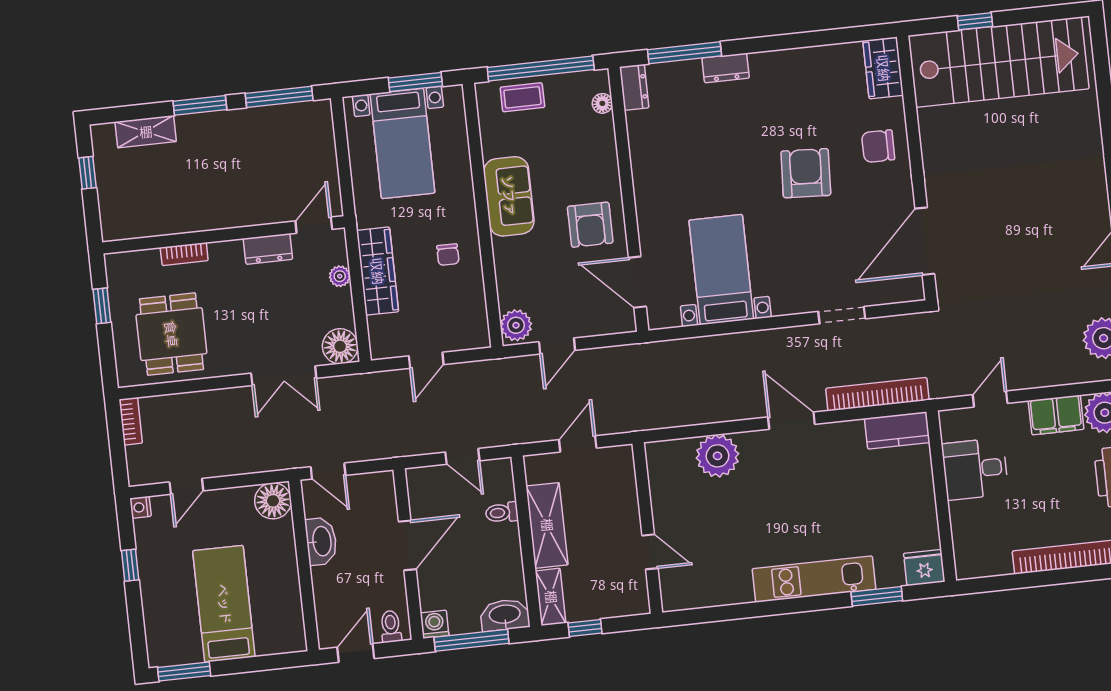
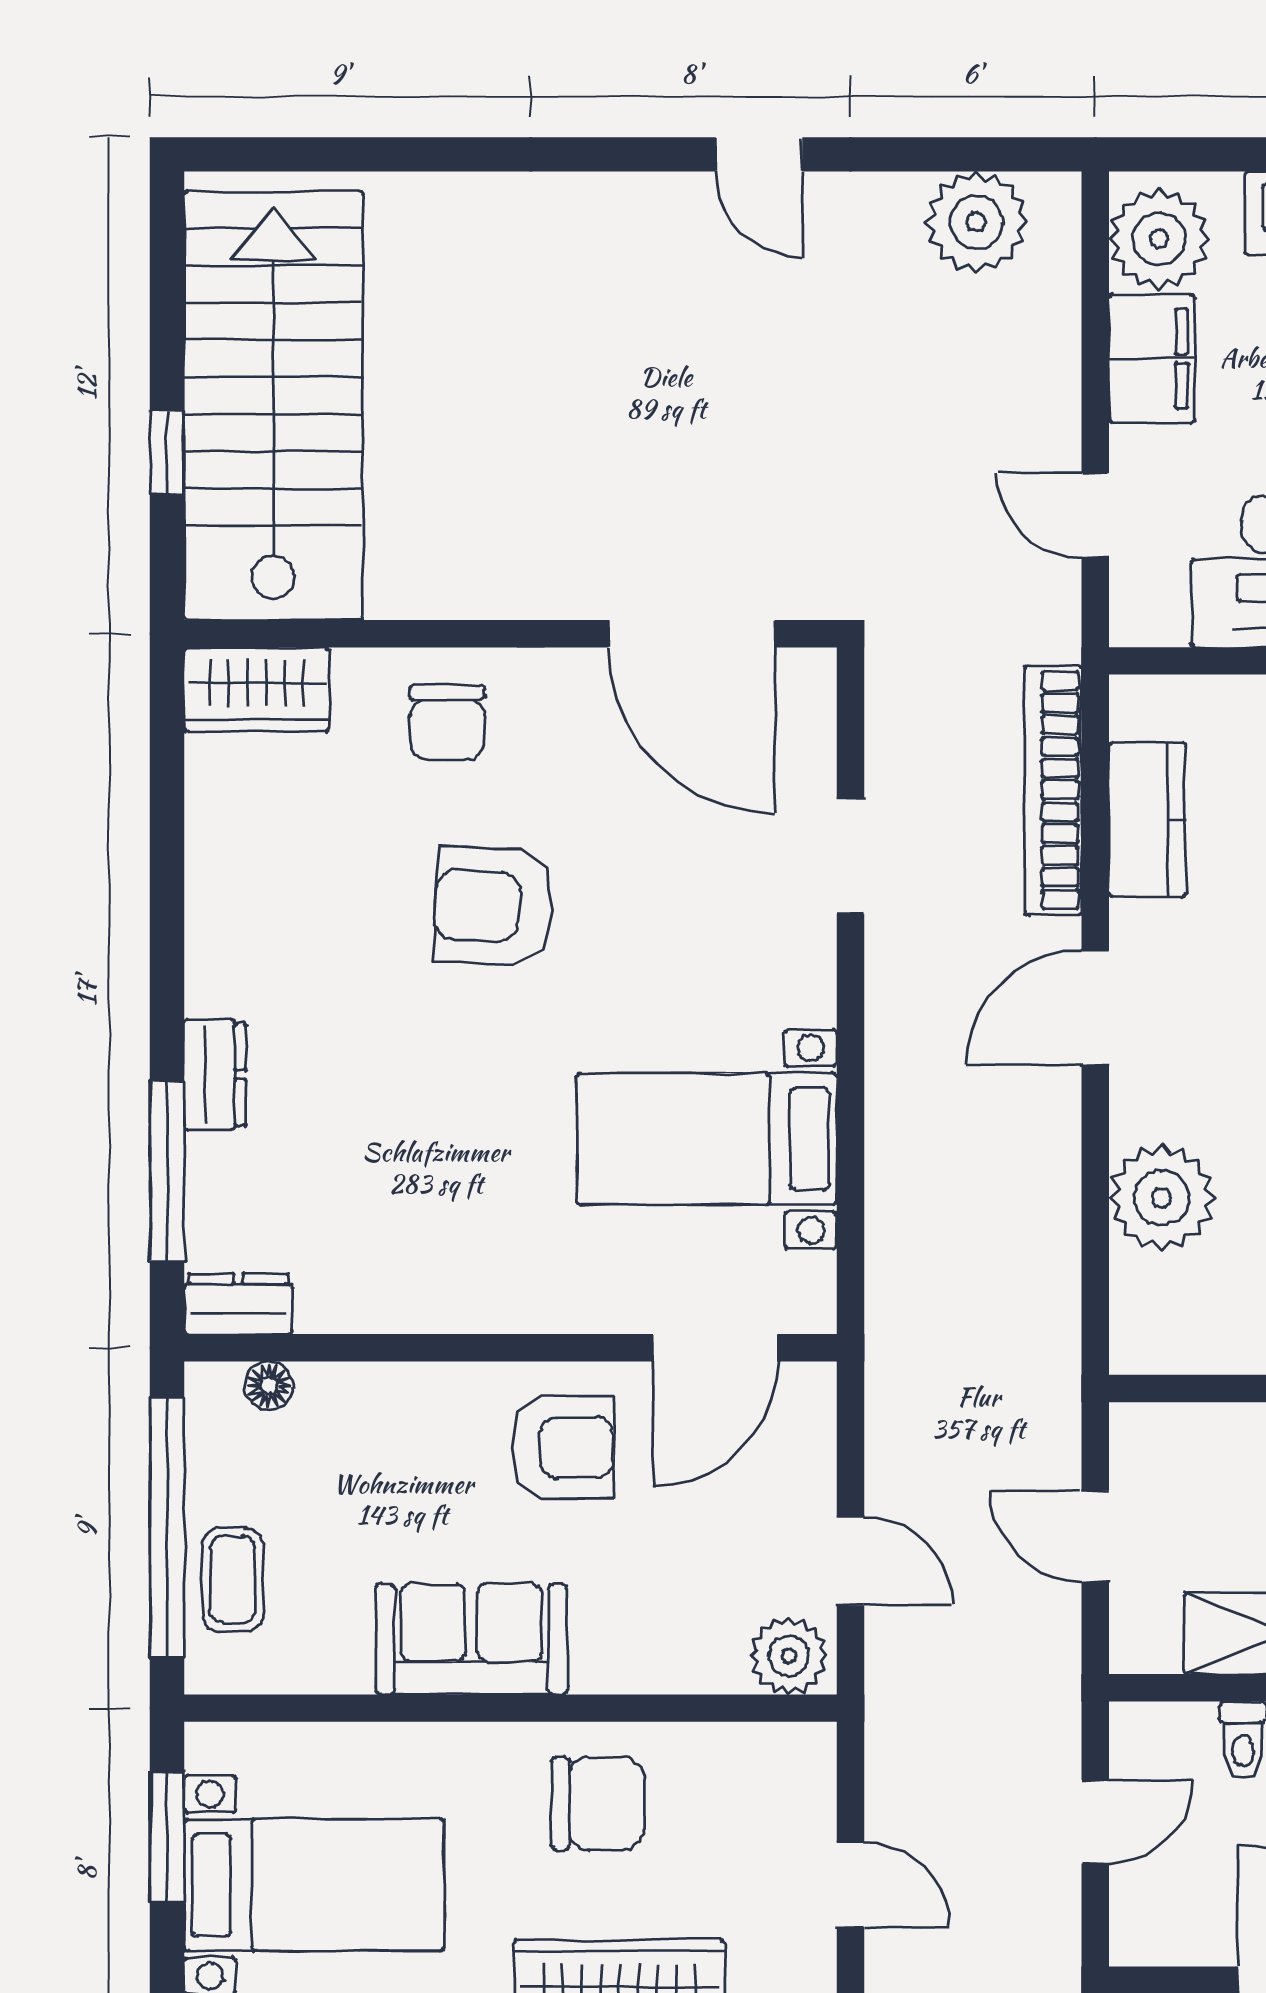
chair: (448, 255) -> (598, 1804), width x1.87, depth x1.87
kitchen counter: (897, 430) -> (1147, 820), moved

